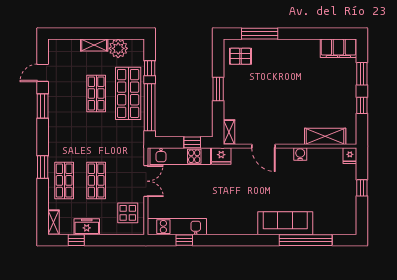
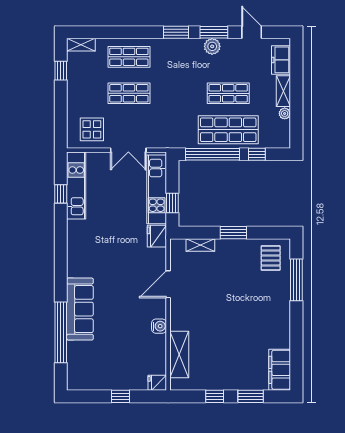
plant: (118, 48) -> (285, 113), width x0.53, depth x0.53
plant: (55, 107) -> (212, 46), added
shelving: (229, 132) -> (200, 245), moved
window: (43, 167) -> (176, 32), moved
freezer: (87, 227) -> (281, 60), moved, turned 180

